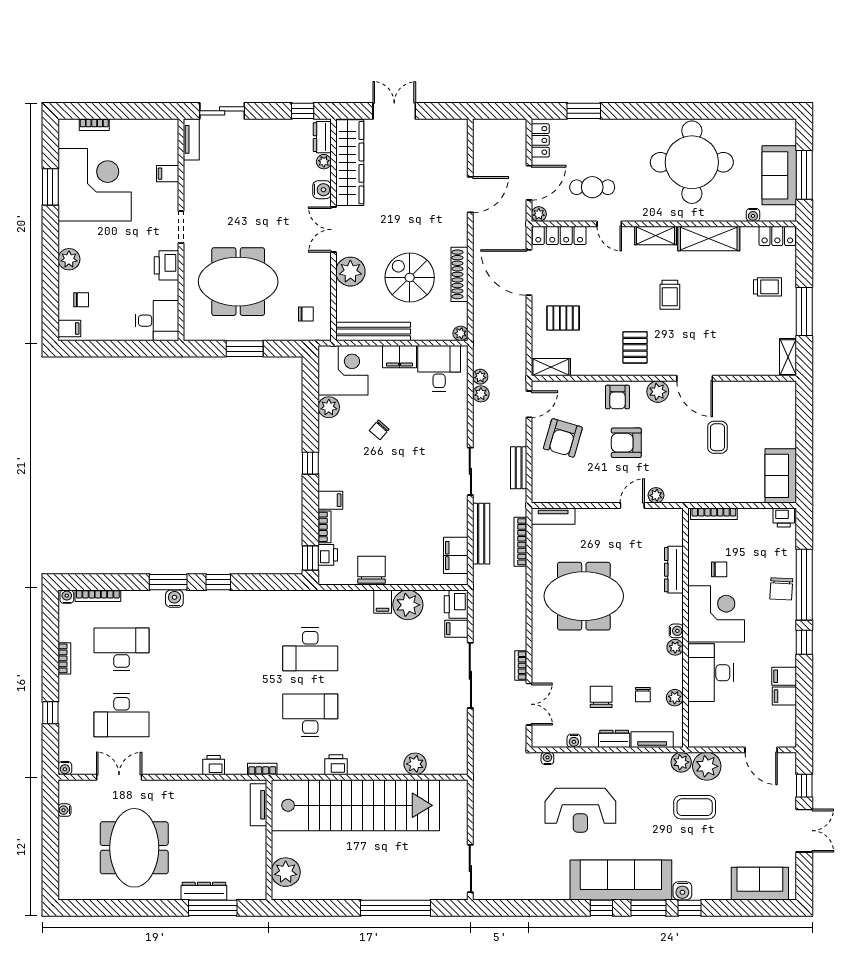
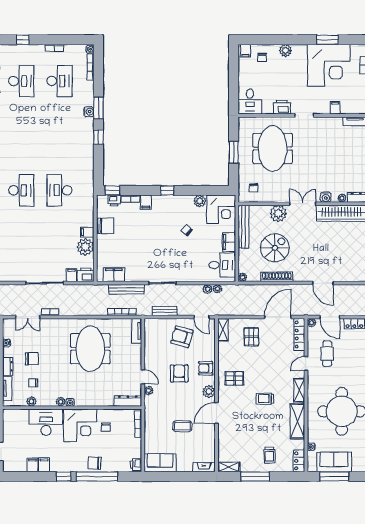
fireplace: (788, 400) -> (204, 467), added
dresser: (674, 570) -> (128, 401), moved
desk: (122, 715) -> (21, 81), turned 180

